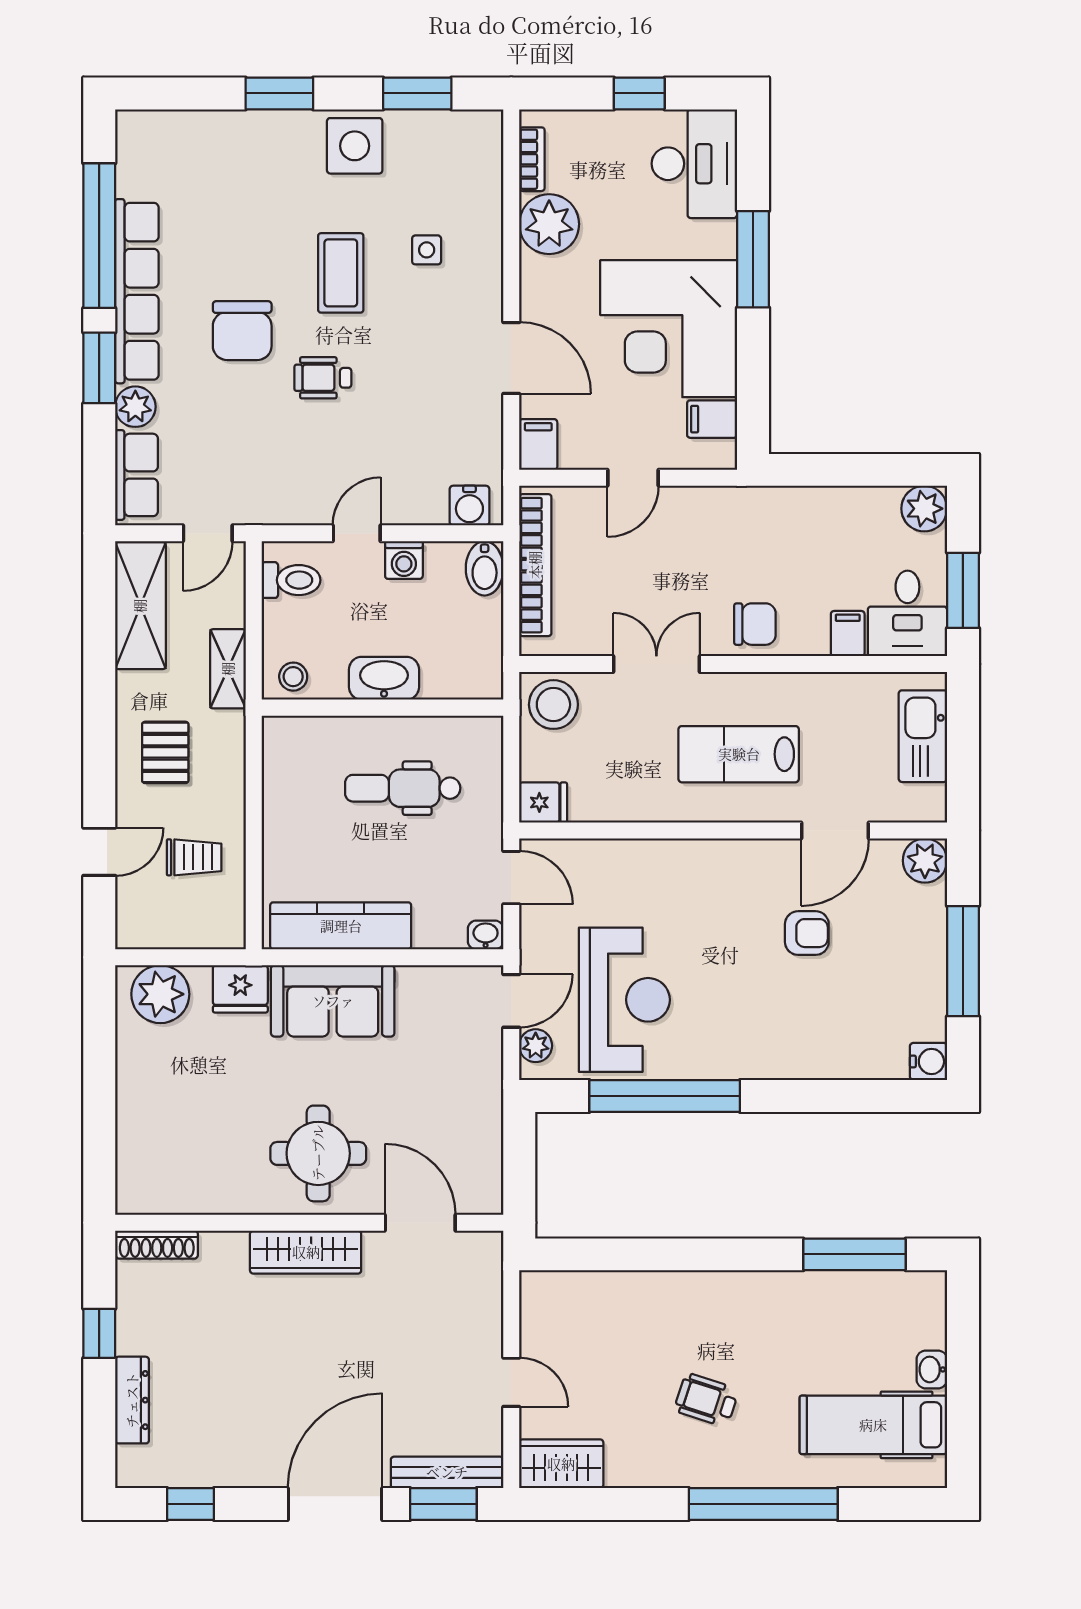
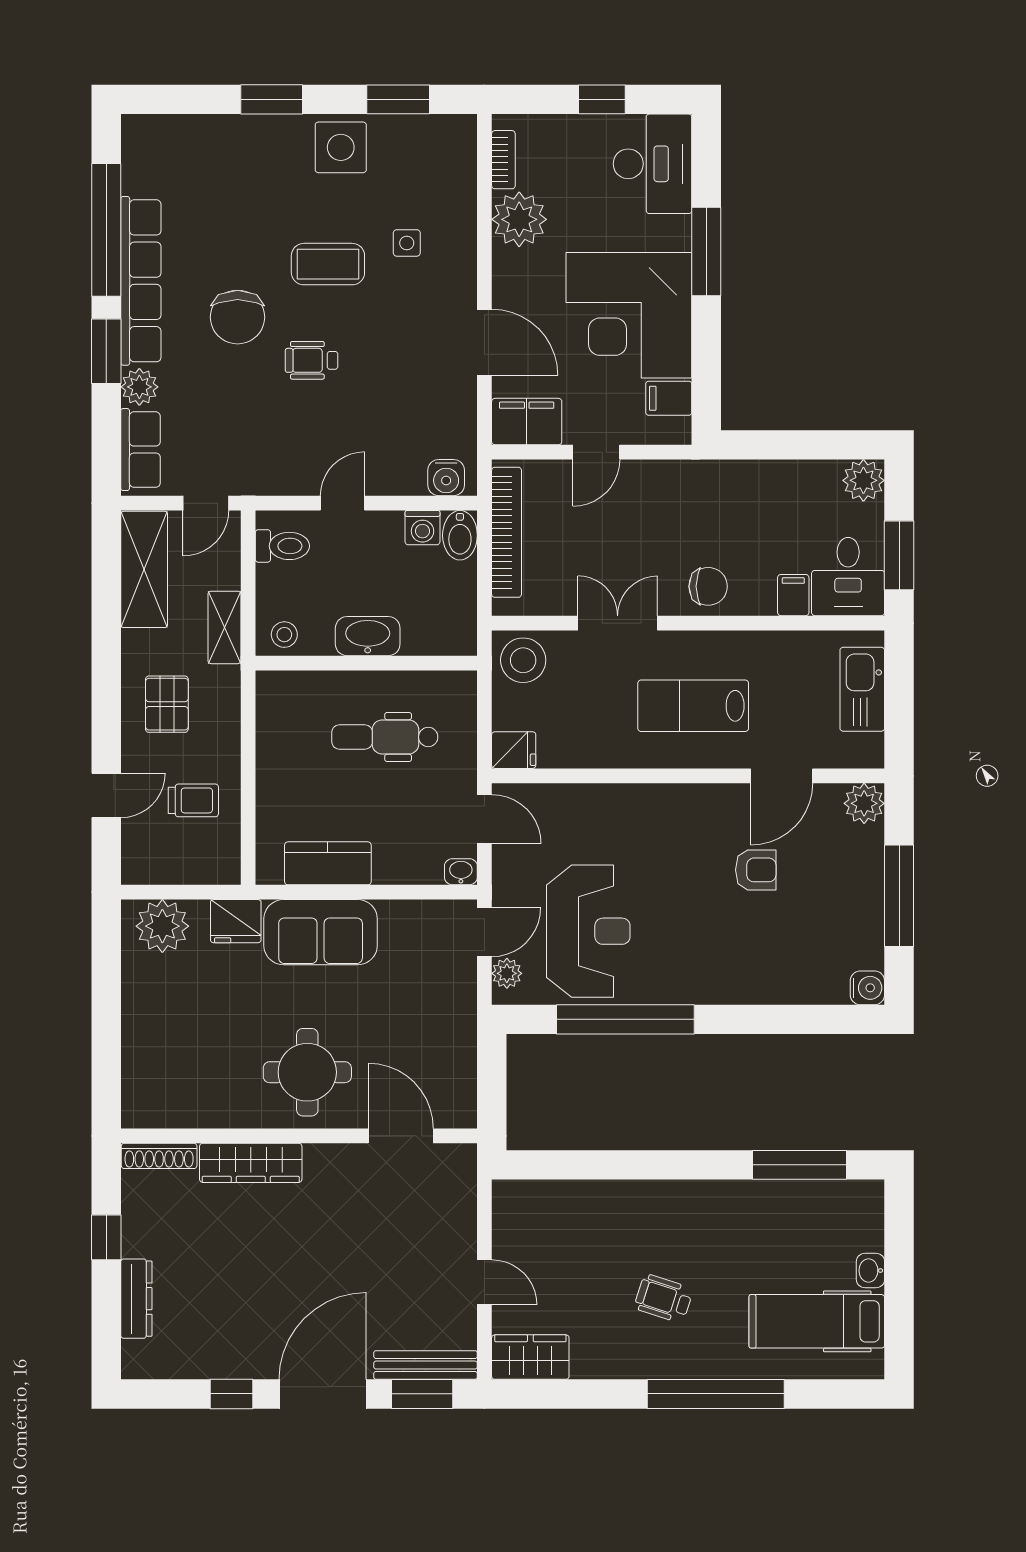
coffee table: (341, 273) -> (328, 264), turned 90
filing cabinet: (538, 444) -> (527, 422), width x2.00
washing machine: (404, 560) -> (422, 528), moved
kitchen counter: (341, 926) -> (328, 863), width x0.67
wardrobe: (306, 1252) -> (251, 1163), moved
window: (190, 1504) -> (231, 1394), moved

